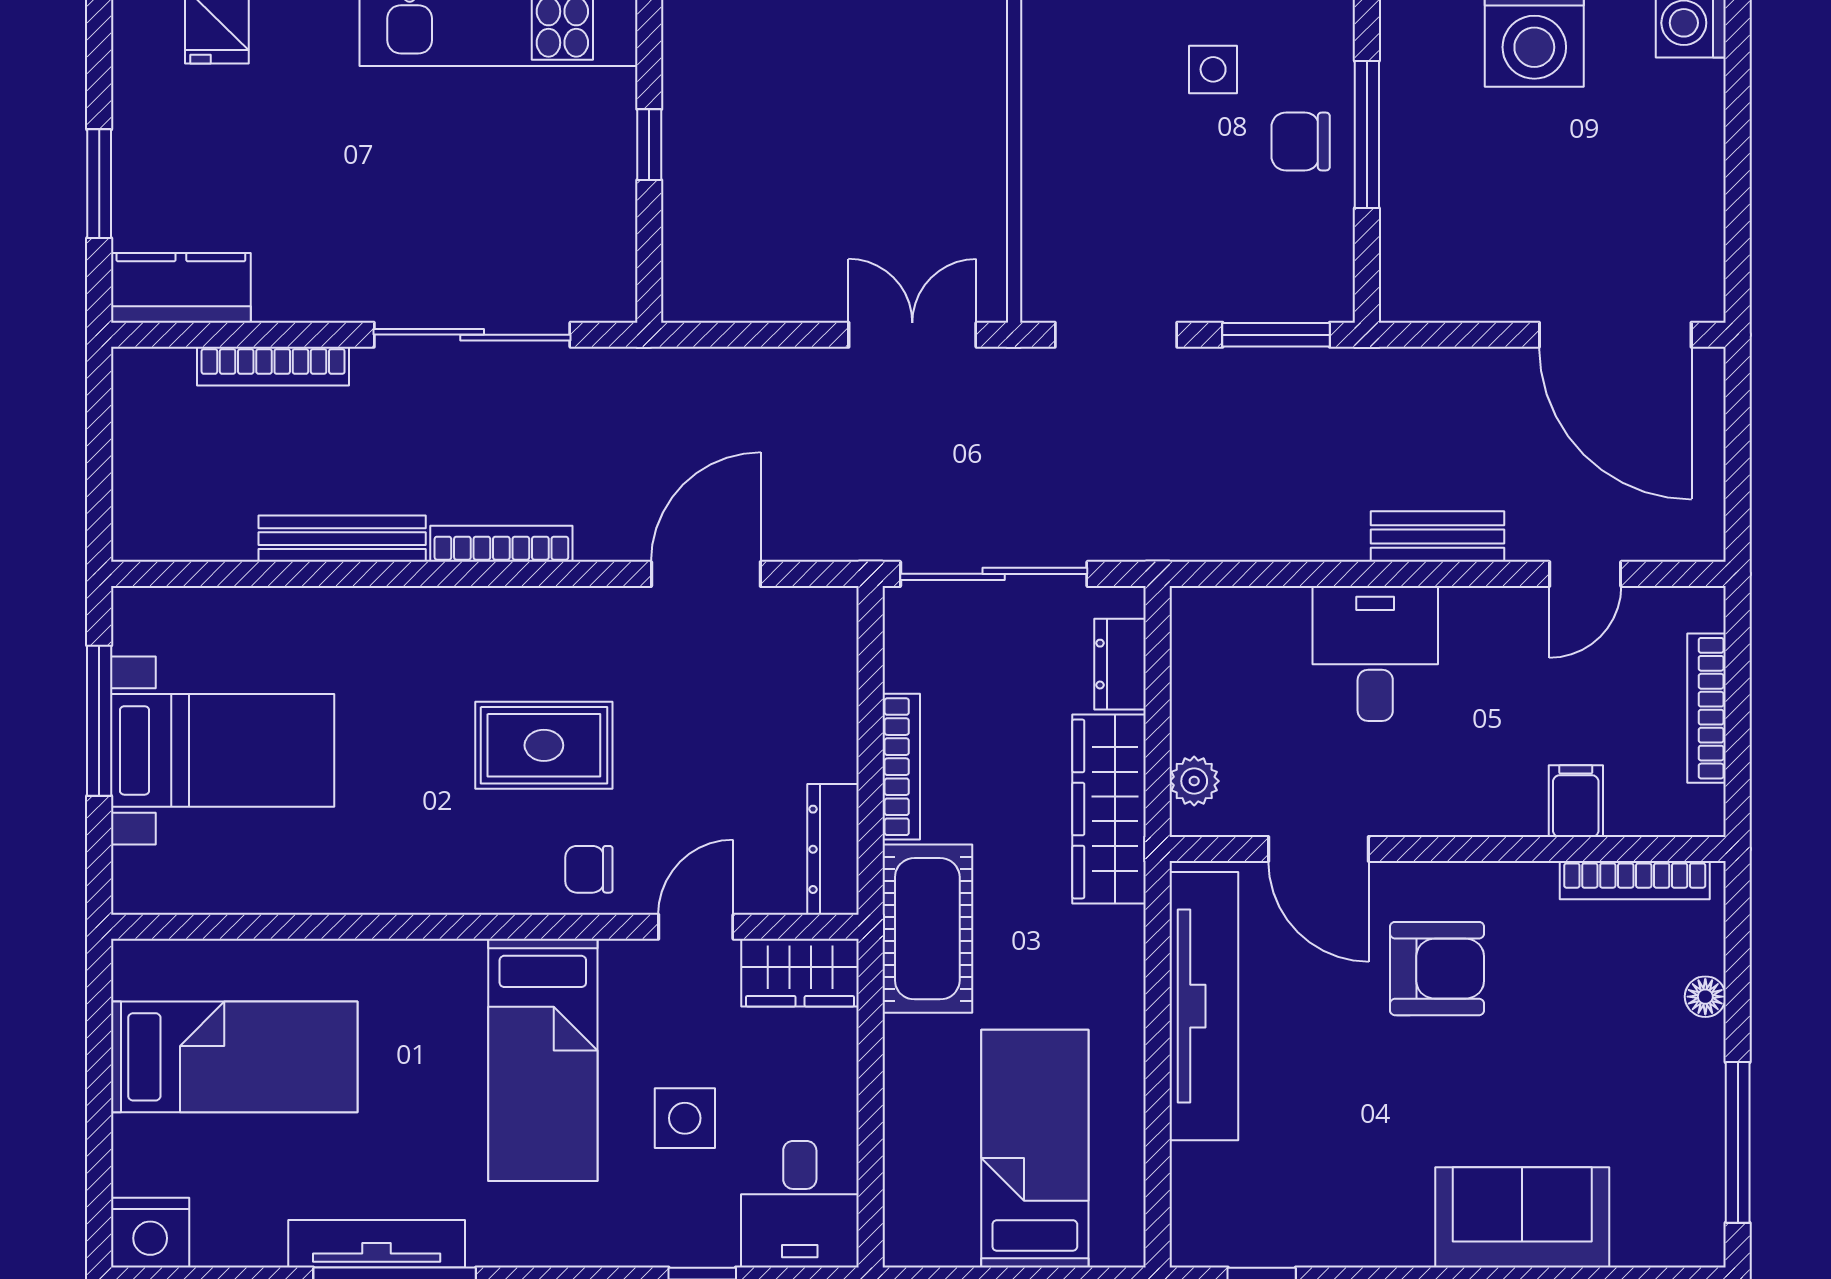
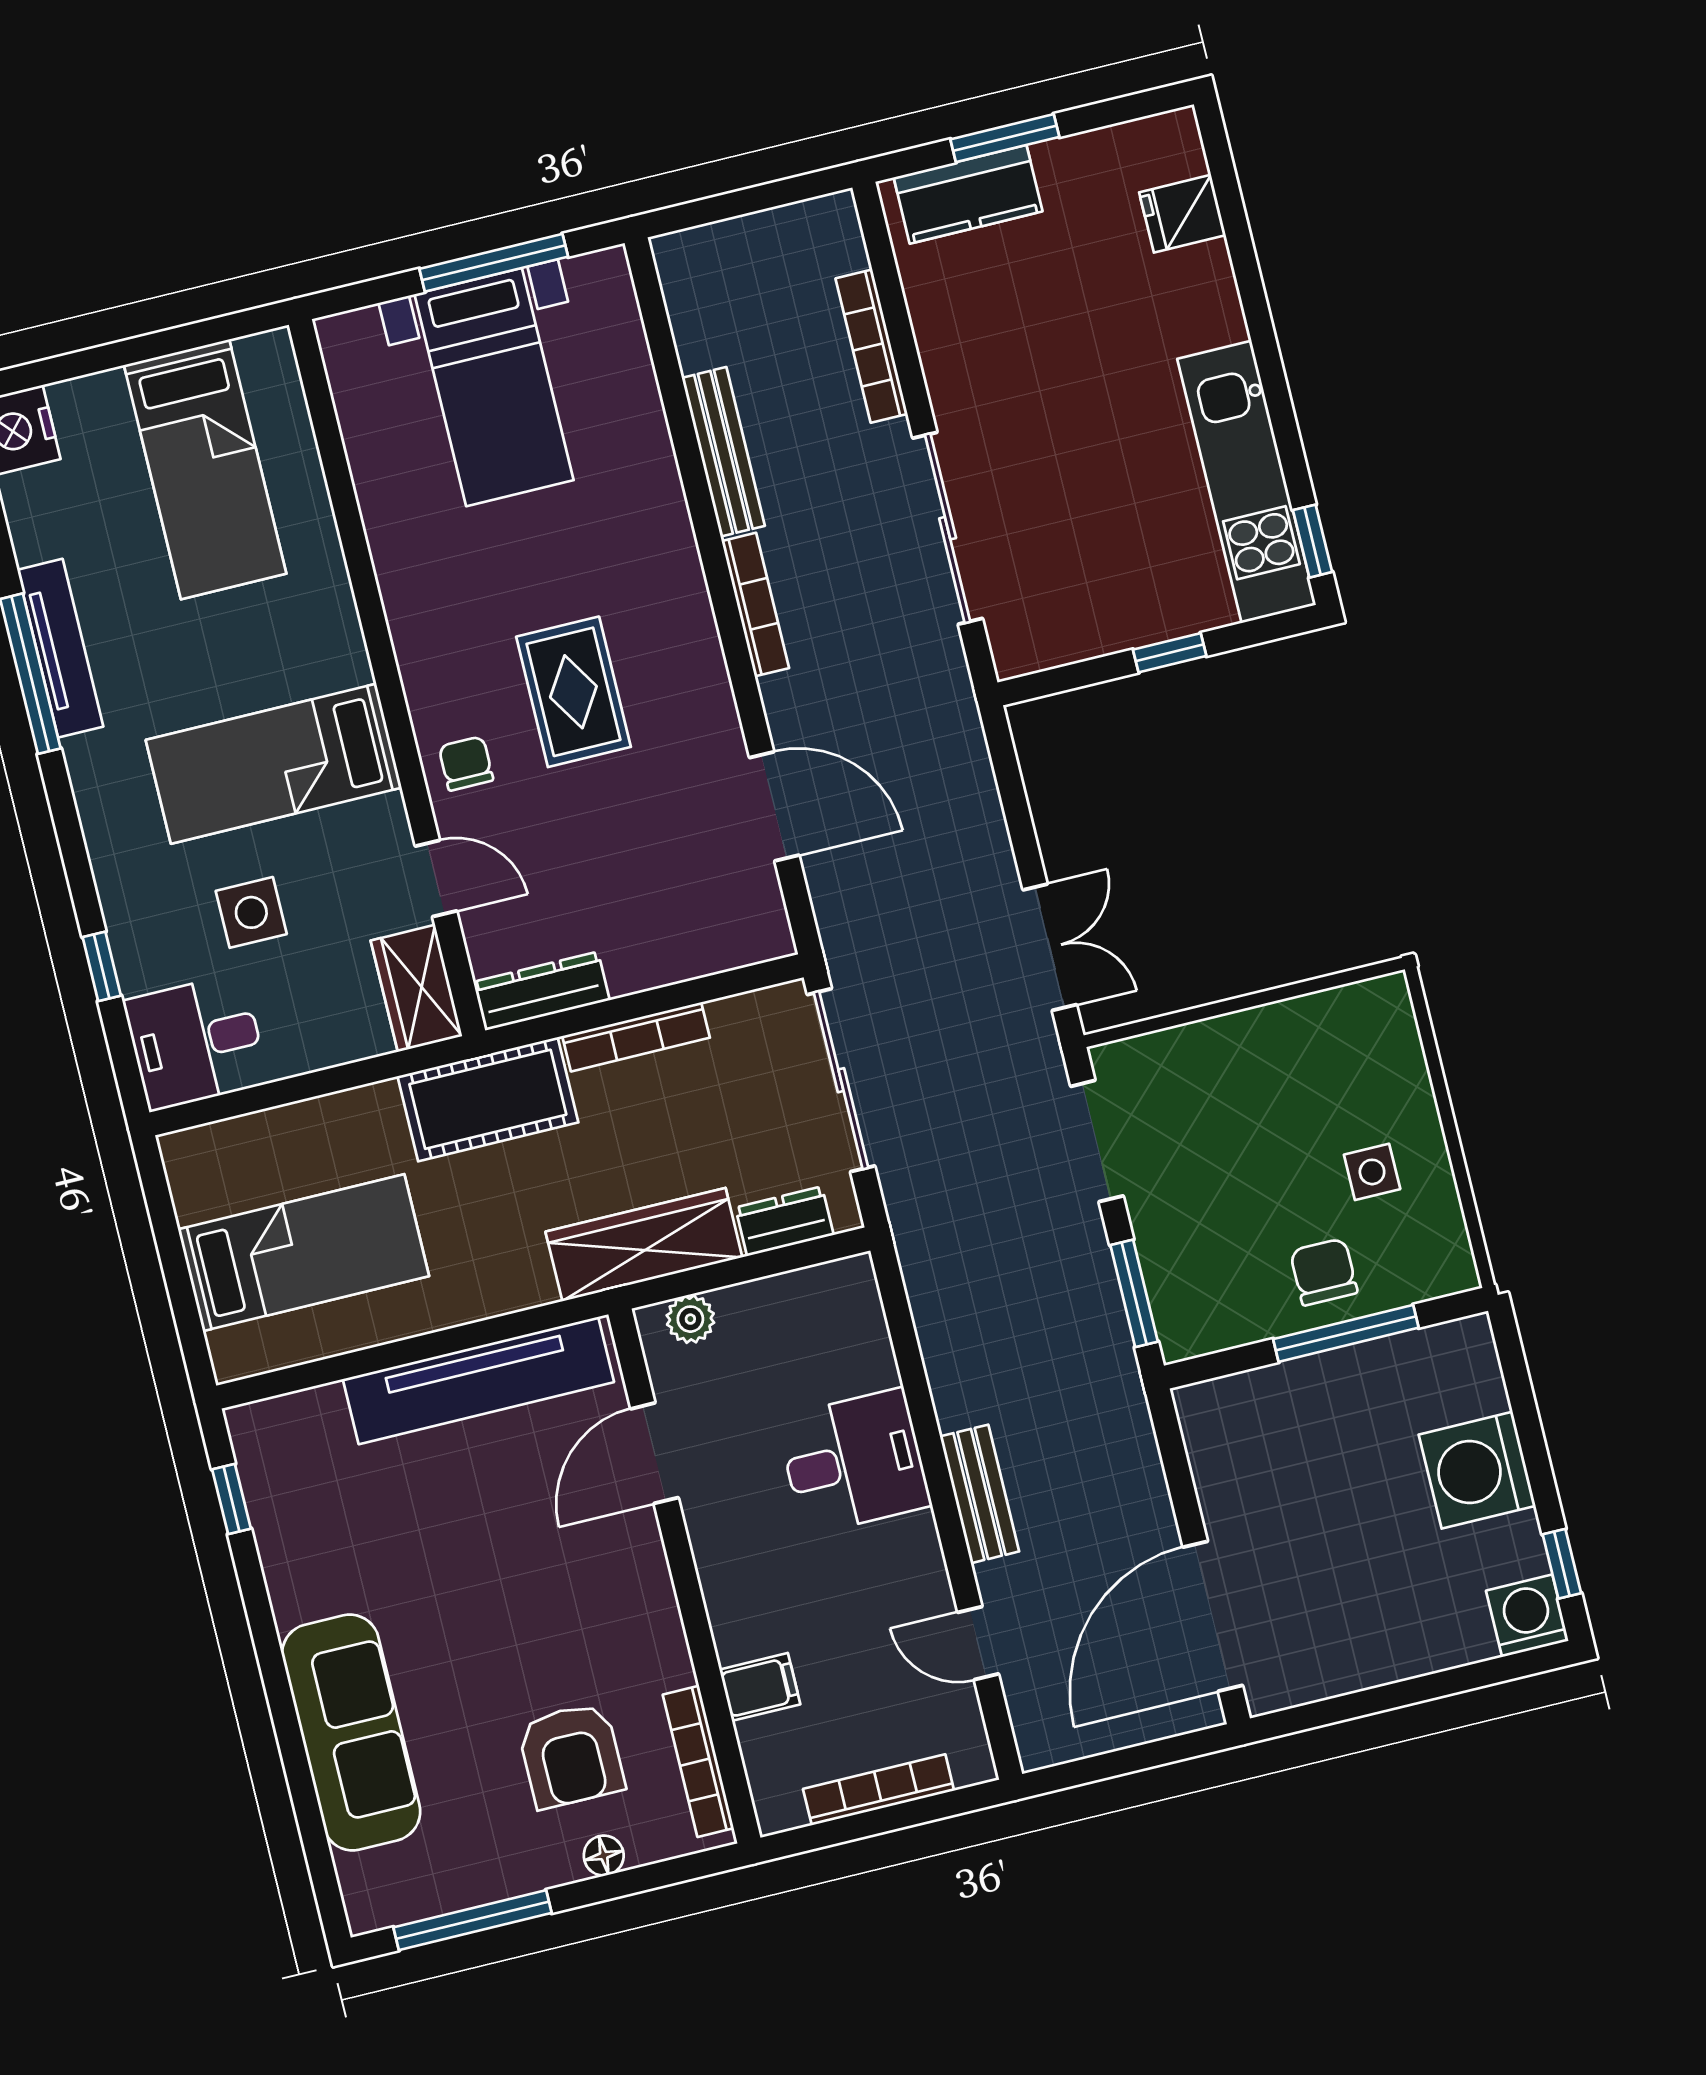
kitchen counter: (181, 288) -> (968, 194), moved, turned 90
armchair: (1437, 969) -> (571, 1755), moved
sofa: (1522, 1217) -> (351, 1733), width x1.36

